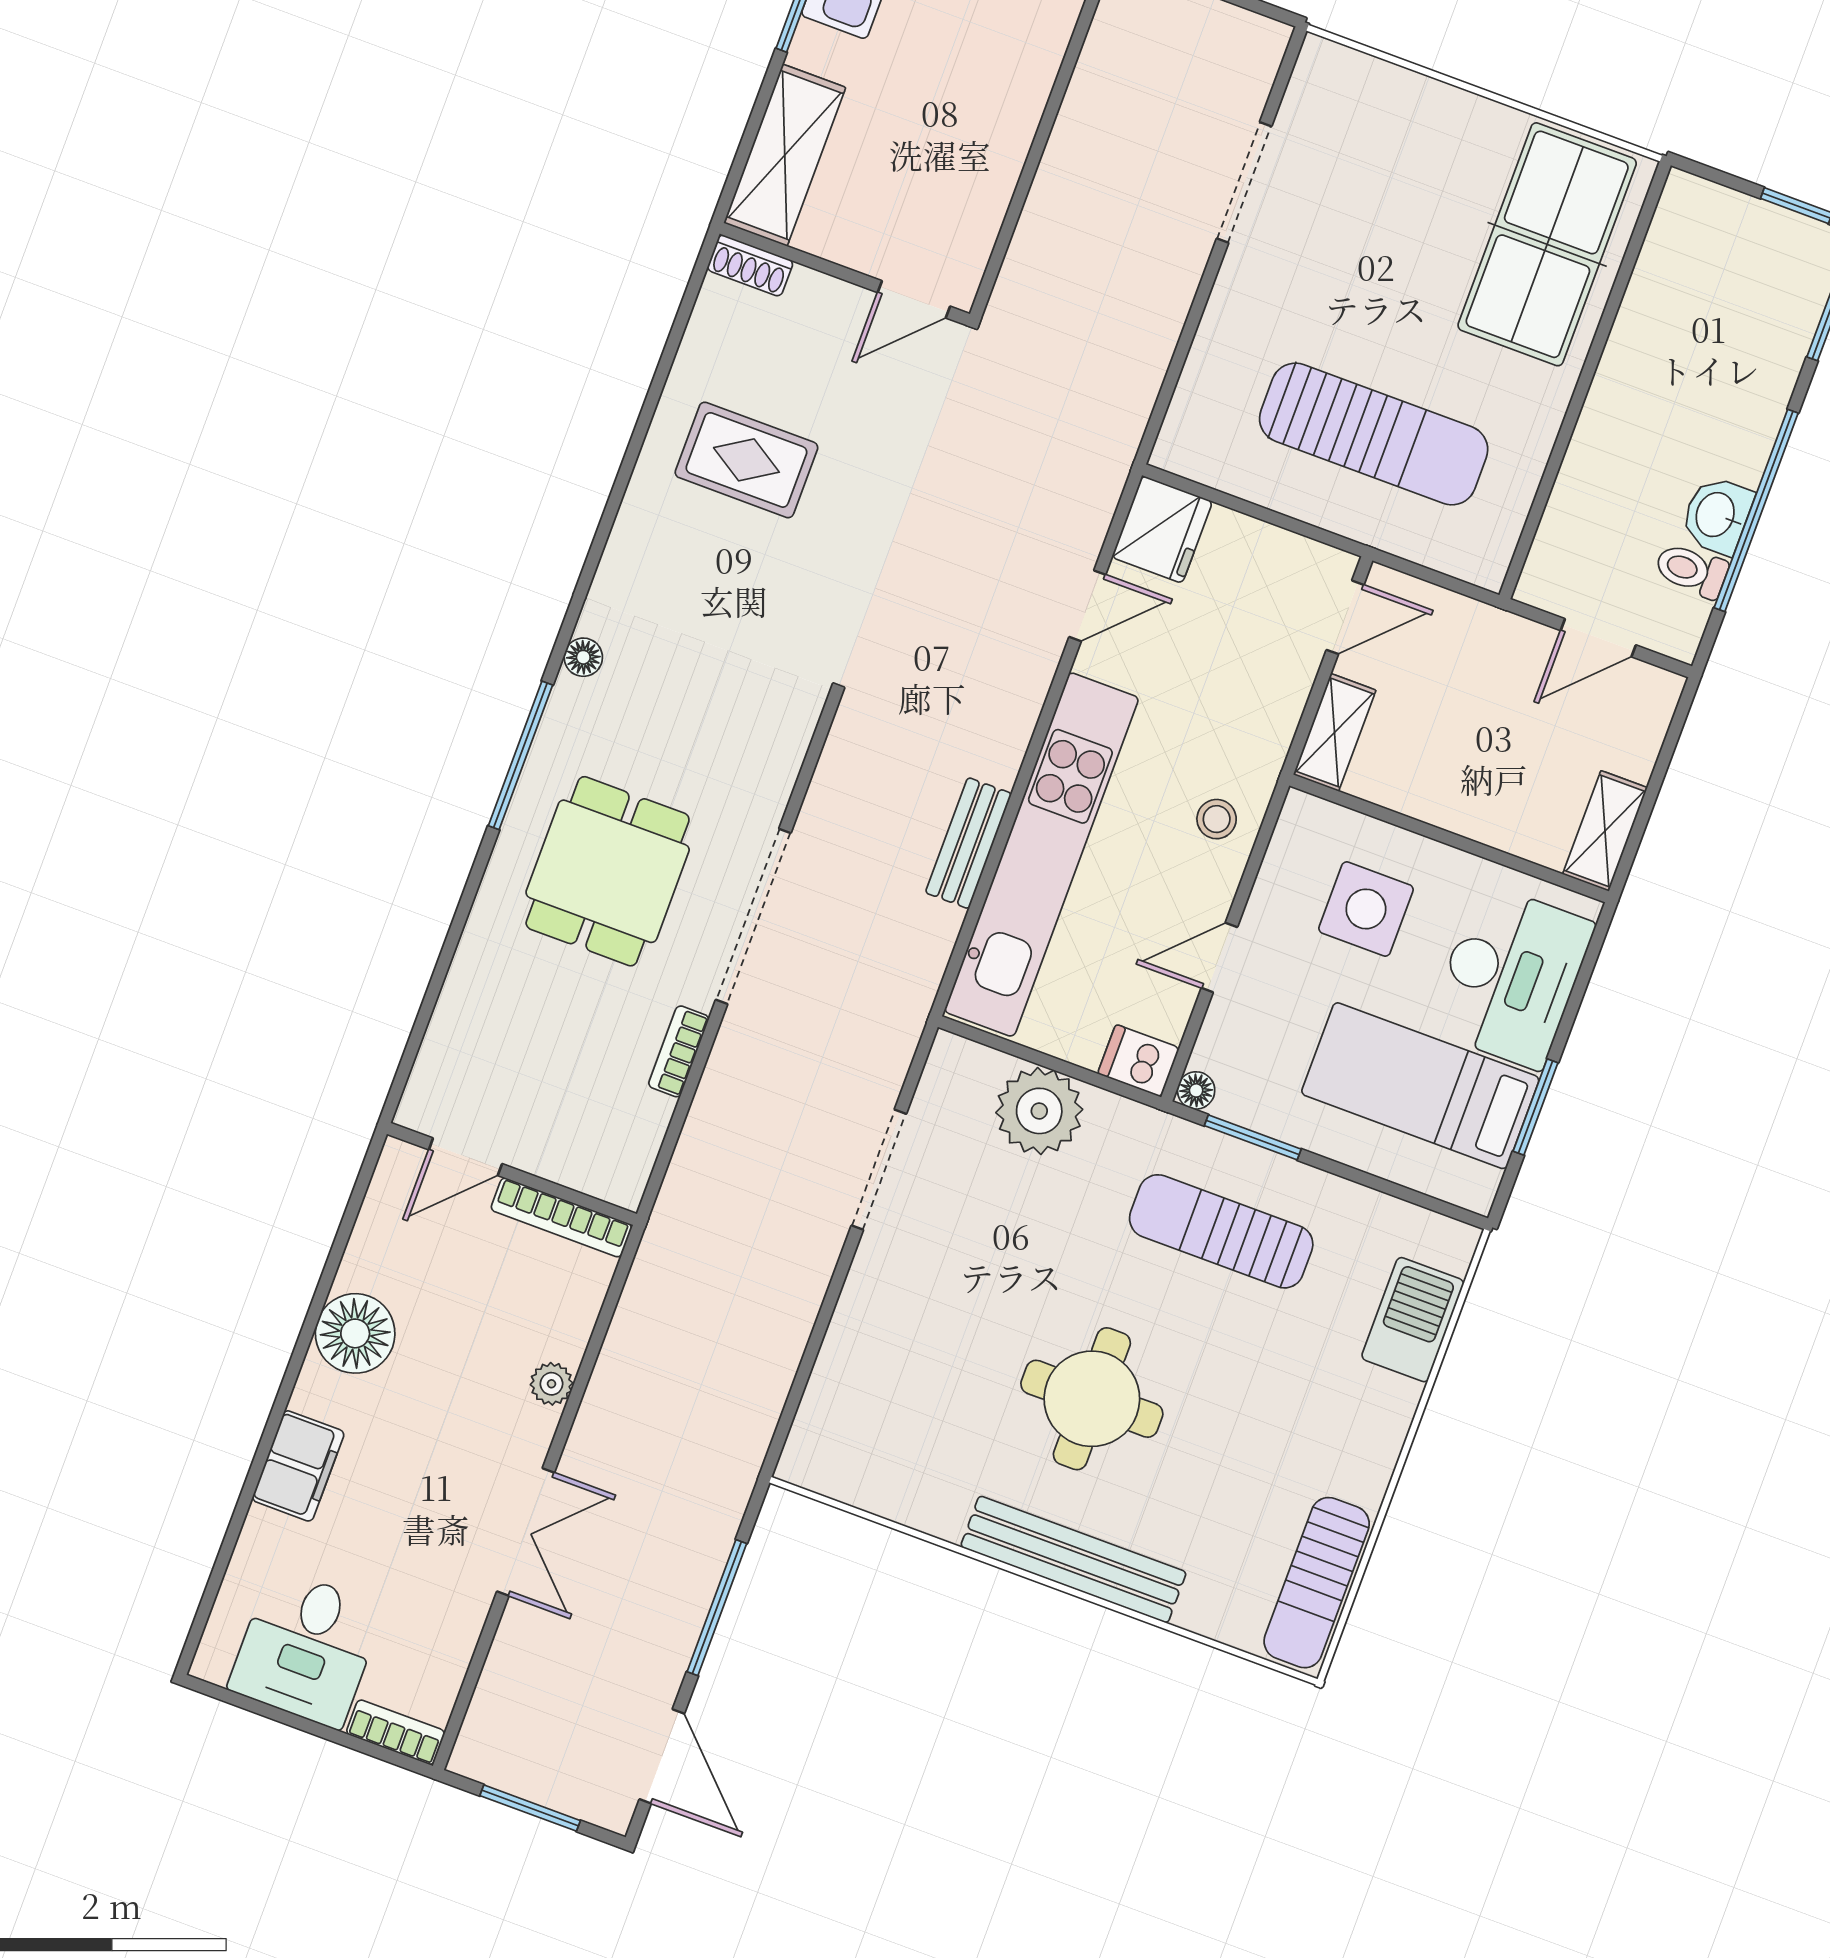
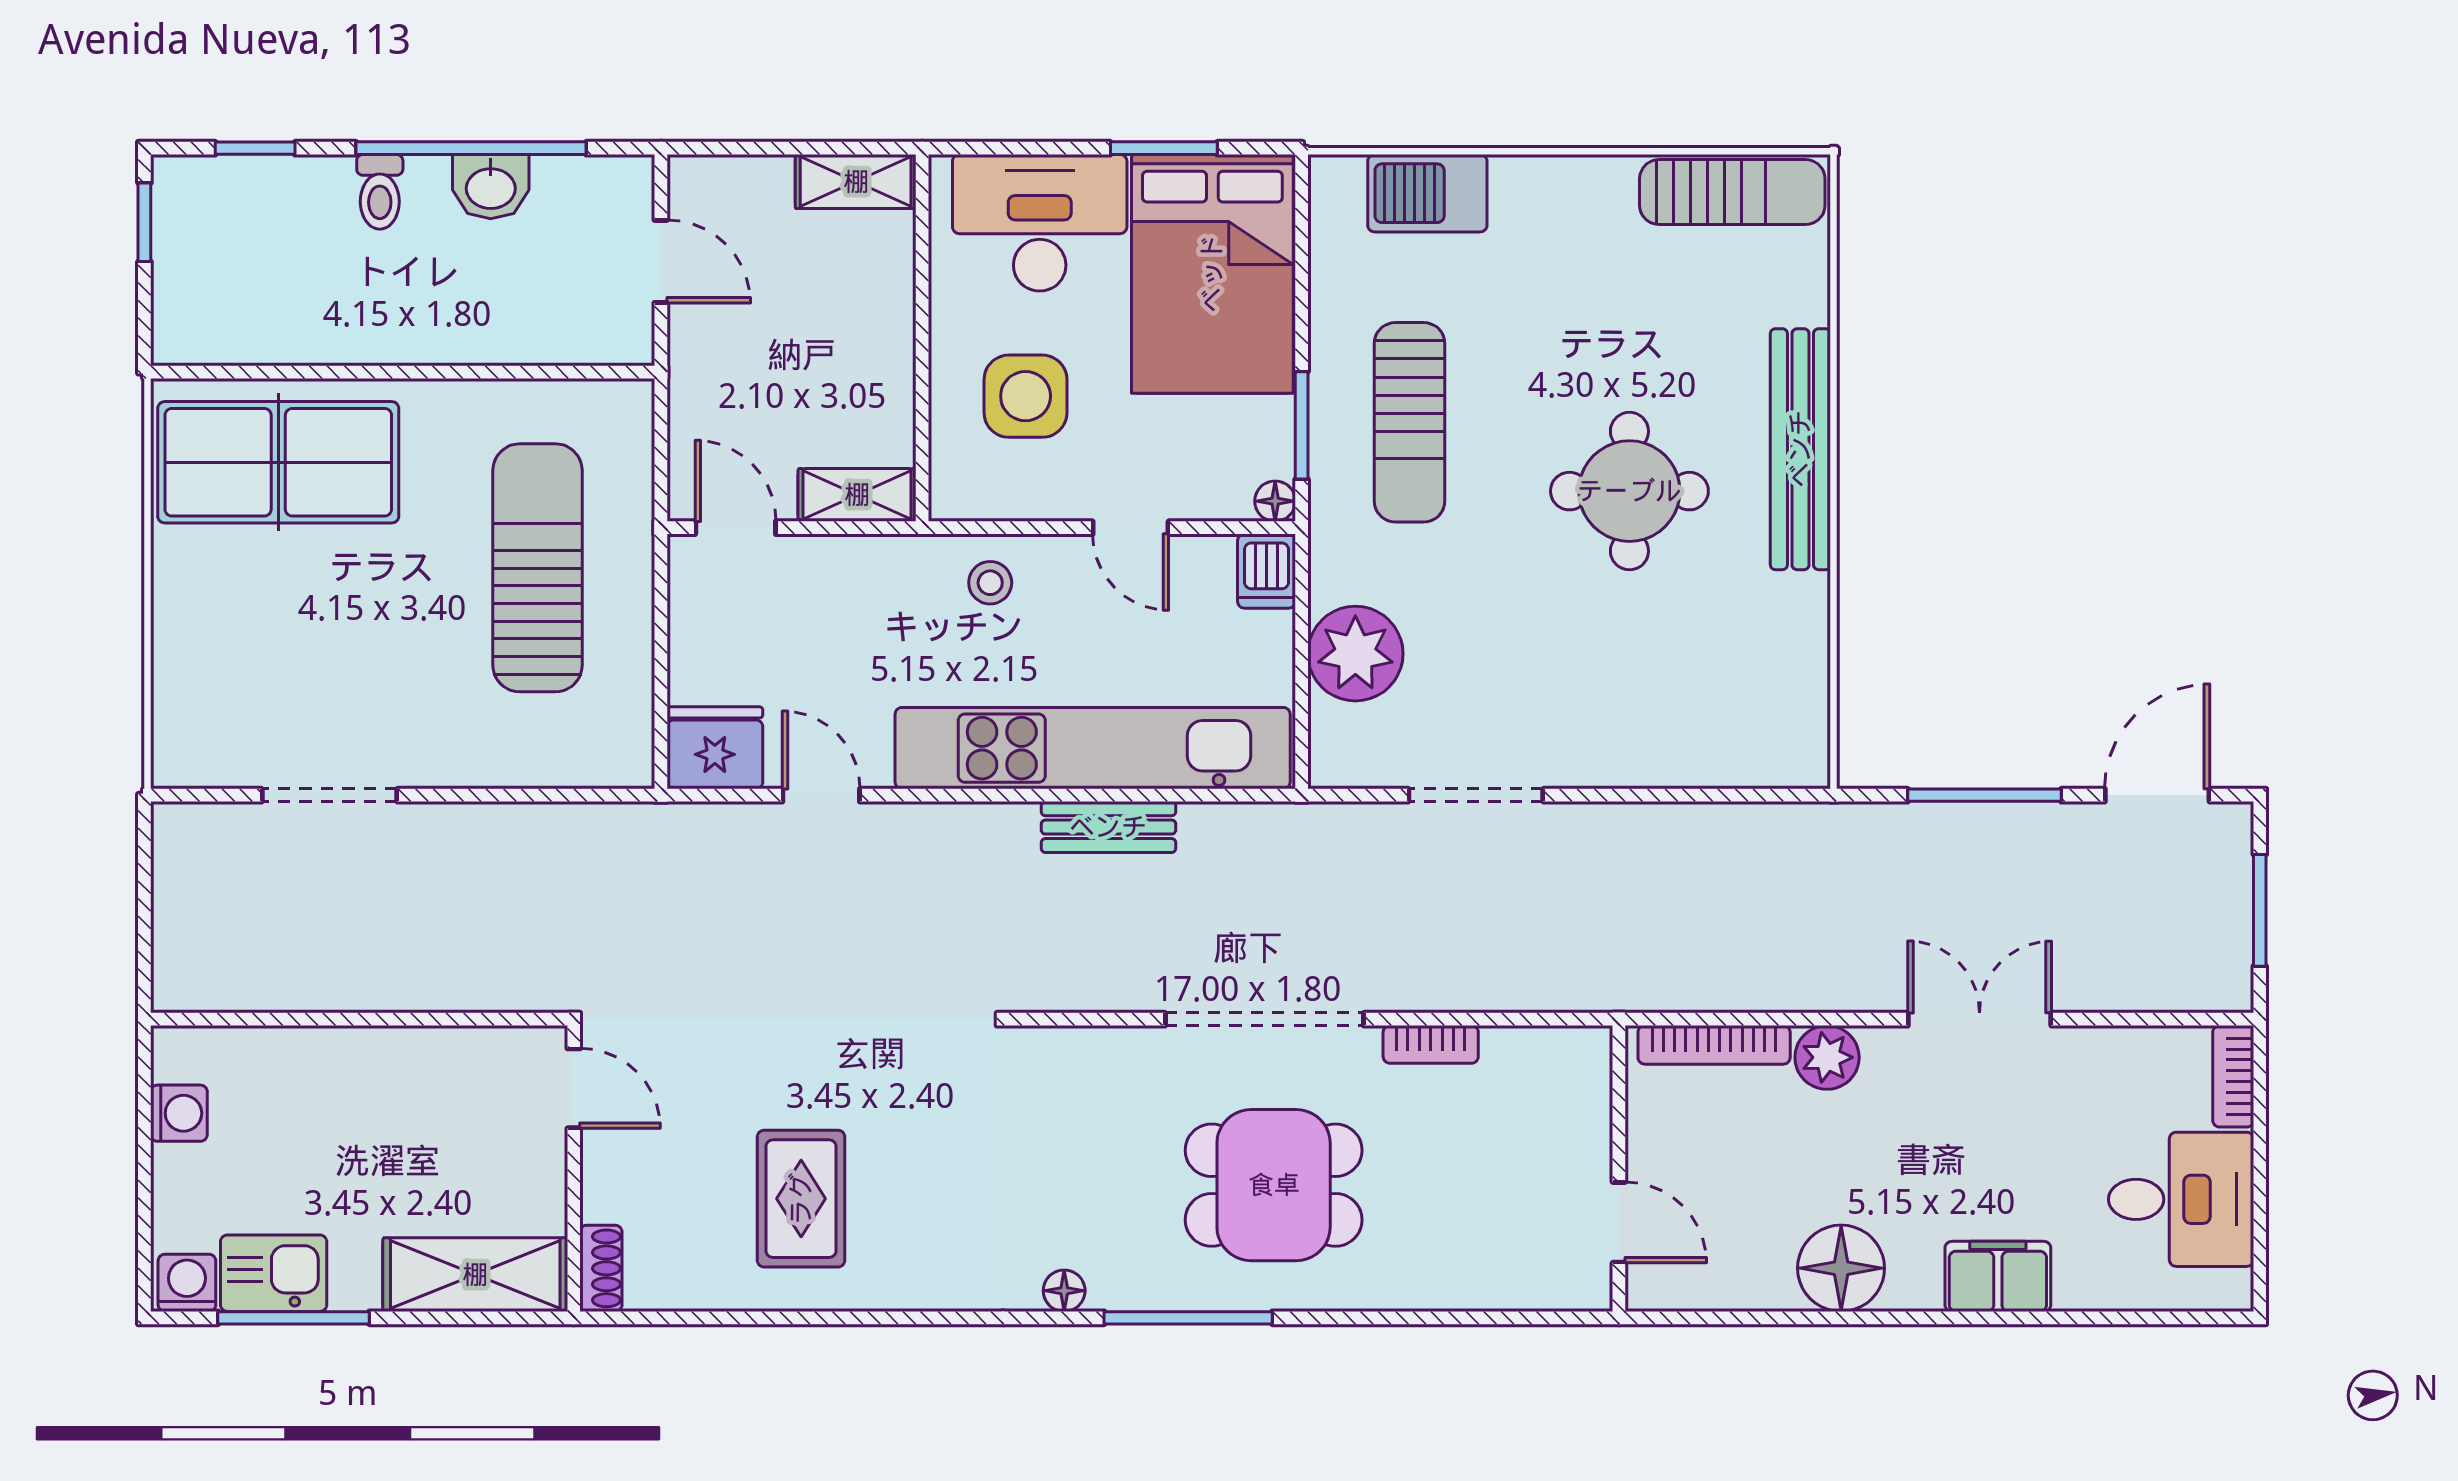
toilet: (1691, 570) -> (380, 192), moved
bed: (1420, 1086) -> (1212, 274), width x1.50
bookcase: (561, 1217) -> (1714, 1045), moved, turned 90
plant: (552, 1384) -> (1827, 1057), width x1.38, depth x1.38

